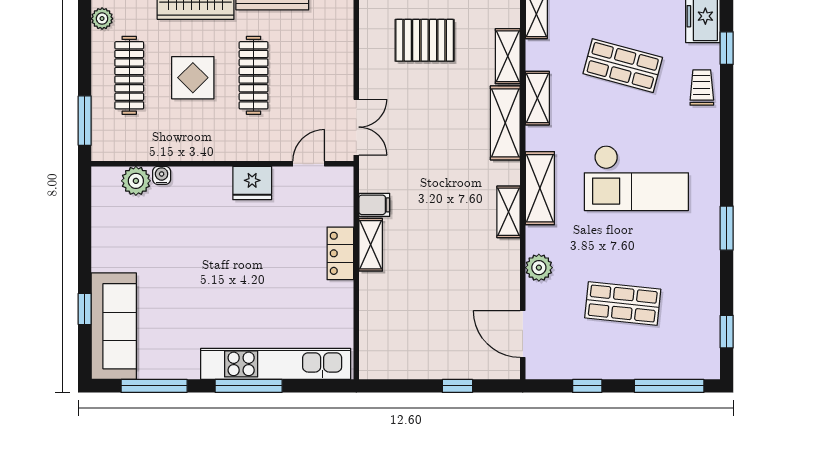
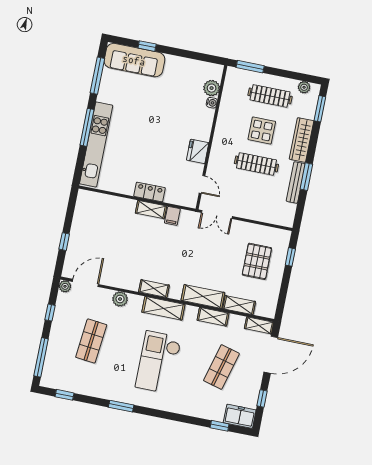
trolley: (702, 87) -> (201, 408), removed
plant: (536, 369) -> (65, 286), added

